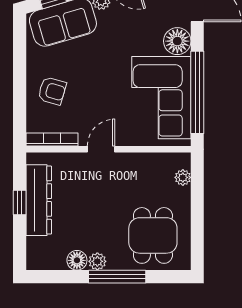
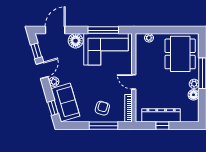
window: (197, 92) -> (103, 30), width x0.68
window: (20, 93) -> (103, 126), added
dining table: (153, 235) -> (180, 54), width x1.38

